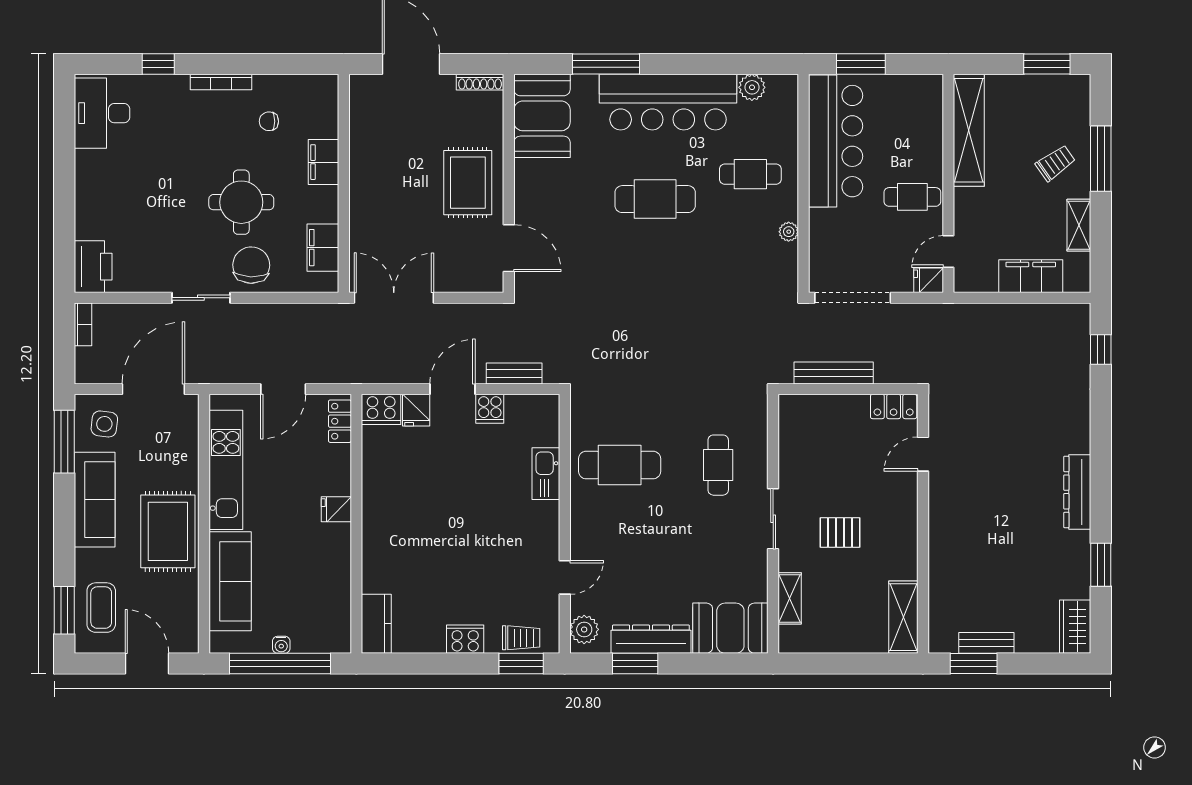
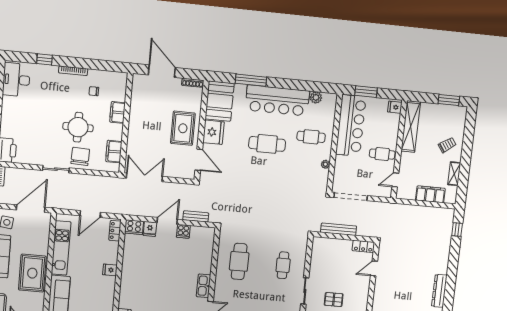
window: (1101, 159) -> (467, 145), removed
fridge: (535, 185) -> (213, 132), added
fridge: (929, 280) -> (395, 107), moved
cafe table: (620, 465) -> (239, 261), turned 90
kitchen sink: (546, 474) -> (204, 286), moved

